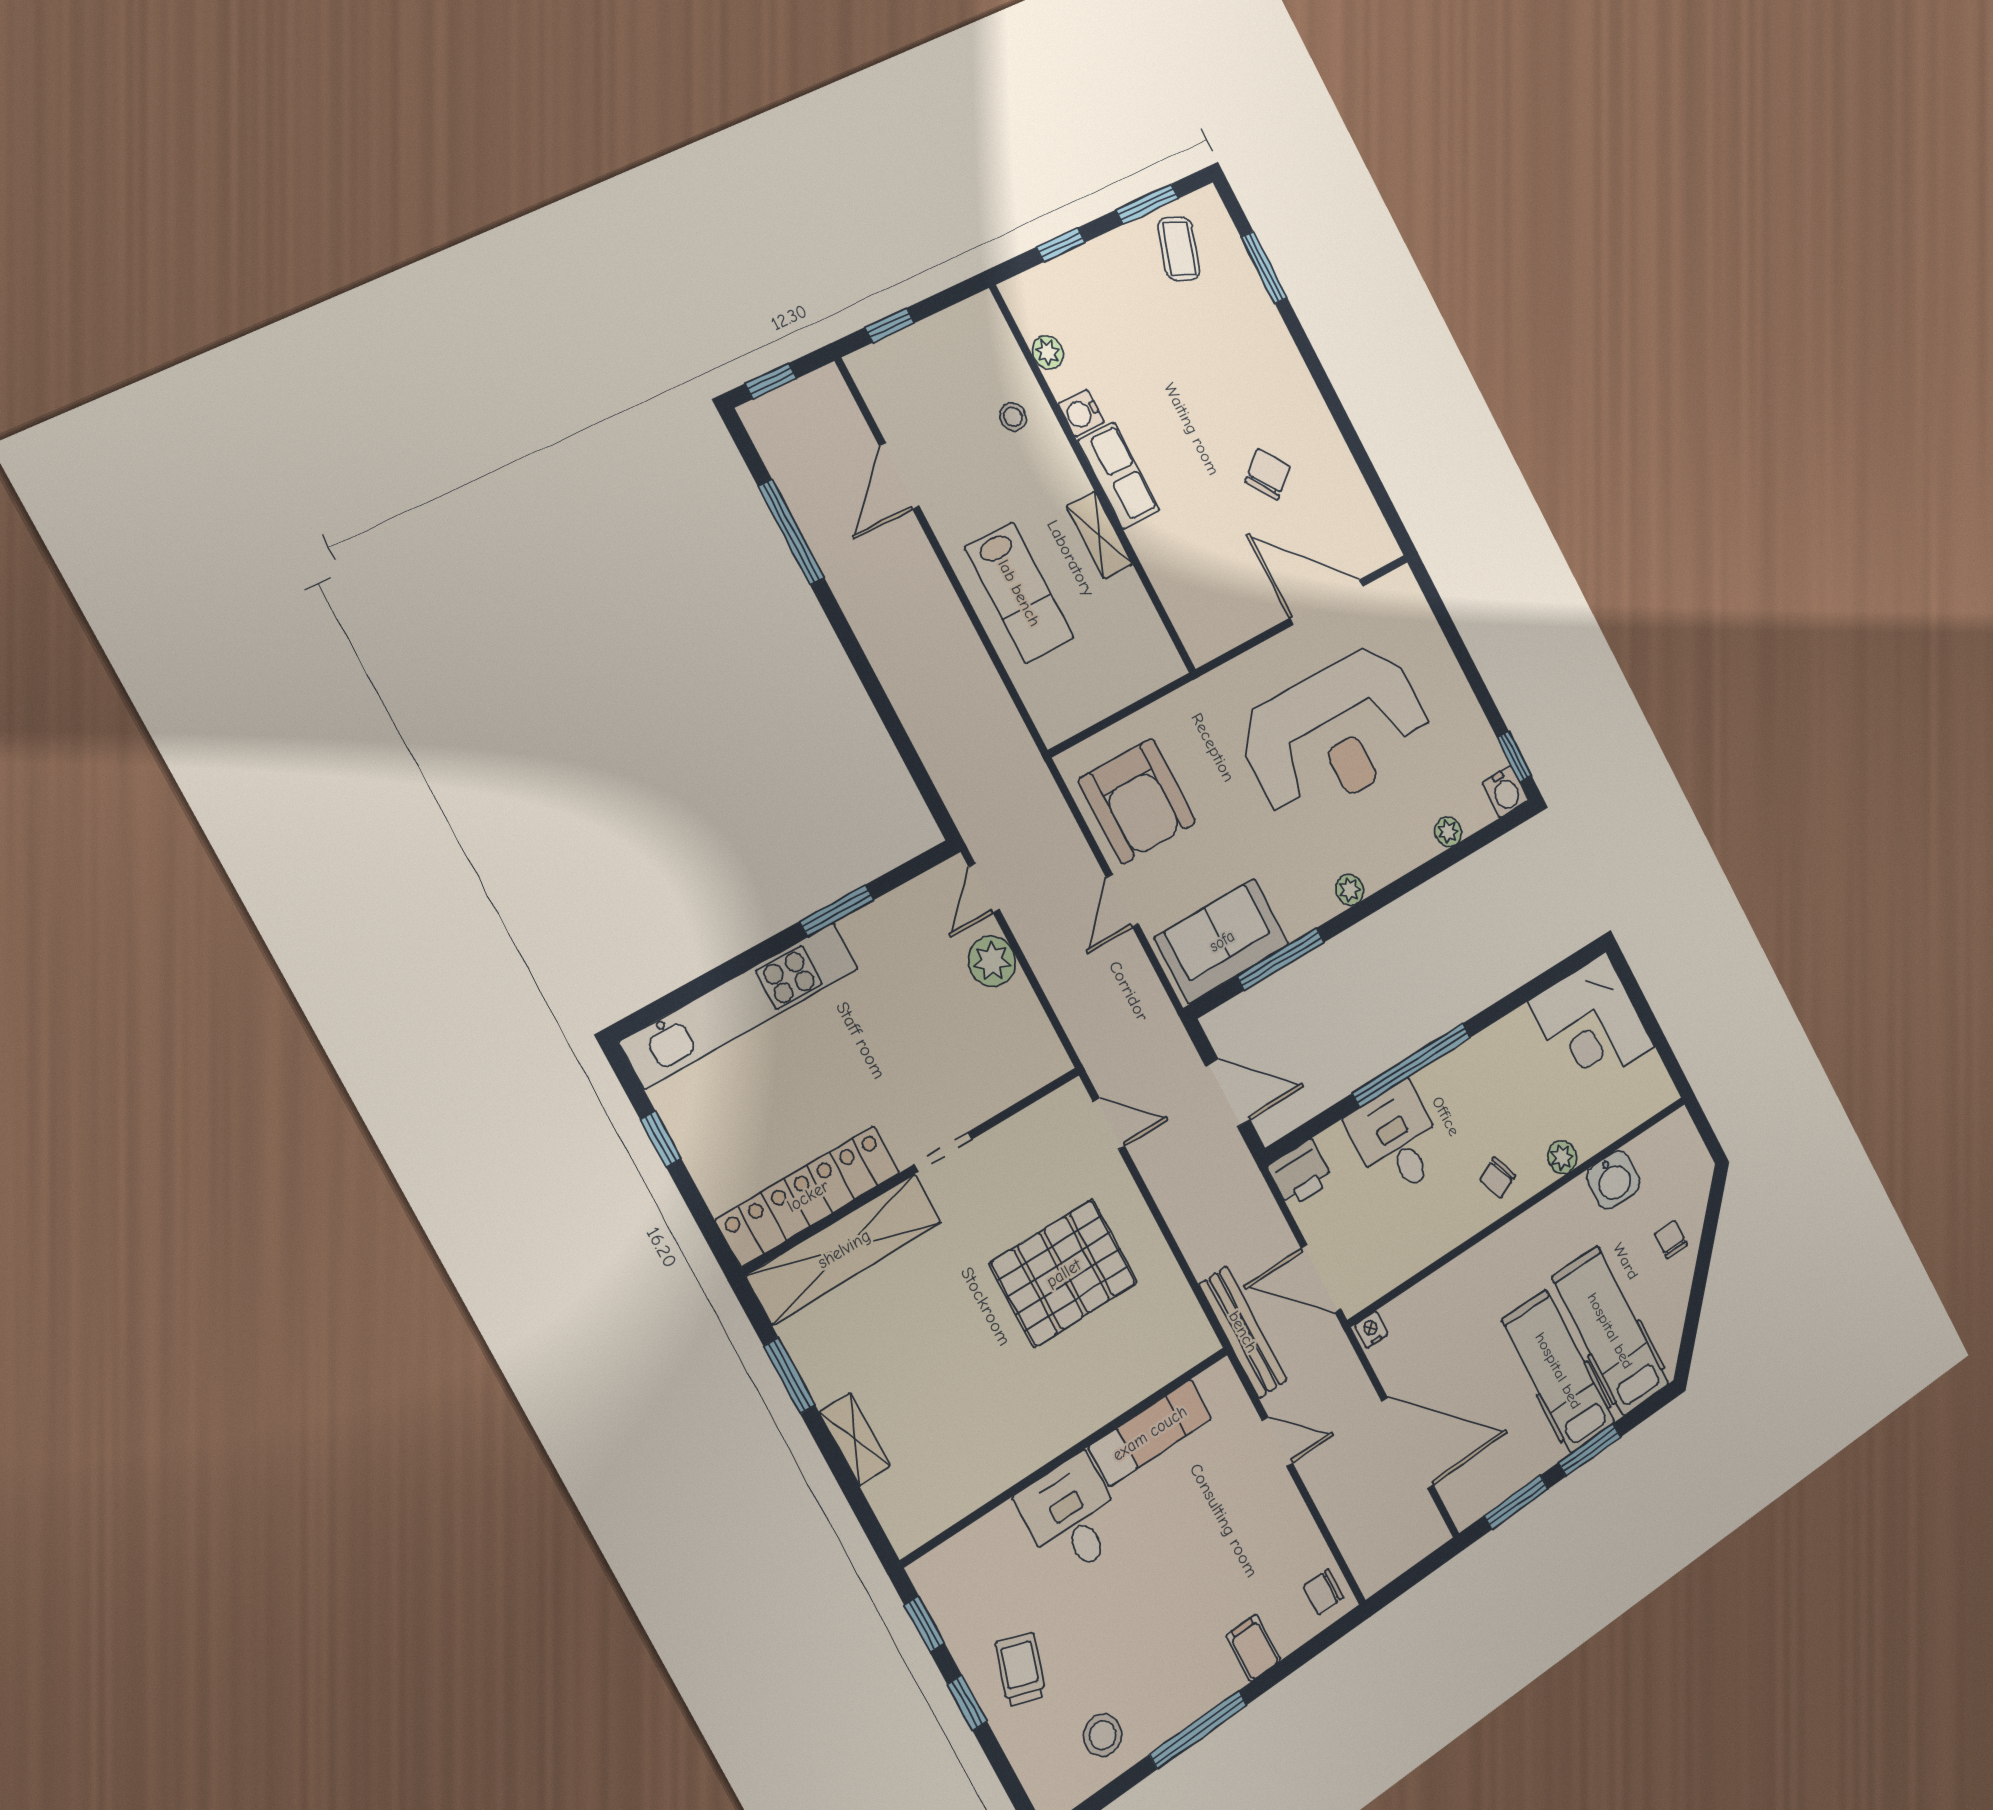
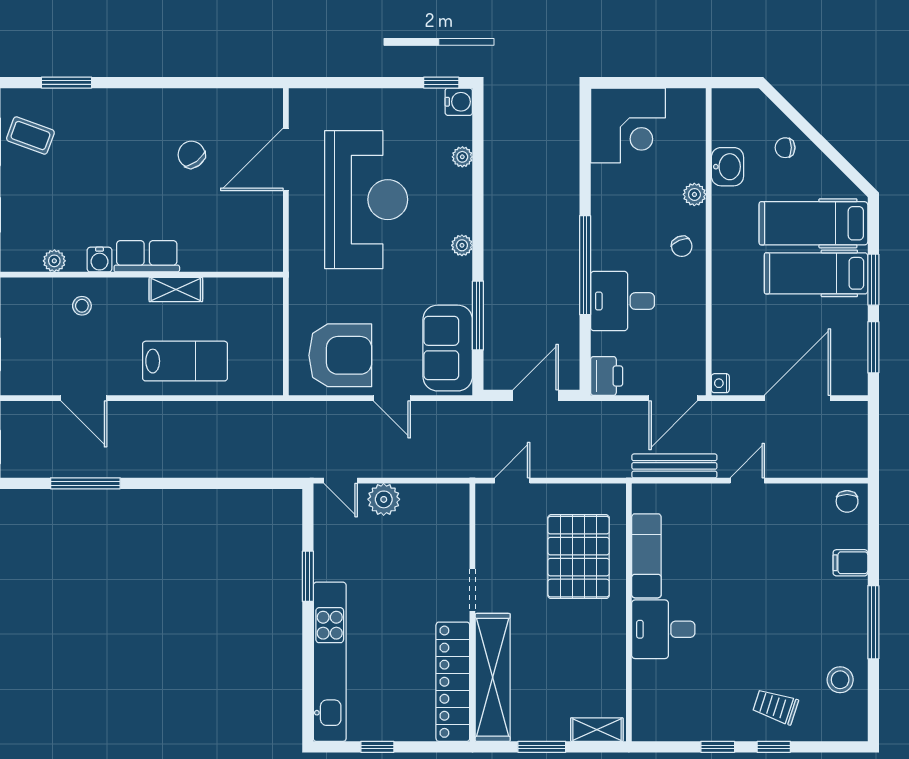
exam couch: (1150, 1433) -> (646, 556), moved
wall: (1067, 1455) -> (629, 612), moved
desk: (1072, 1516) -> (663, 629), moved

